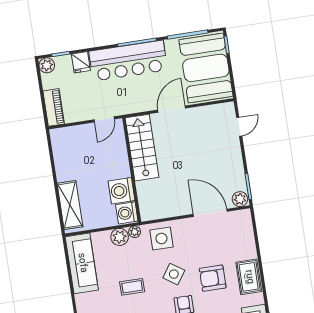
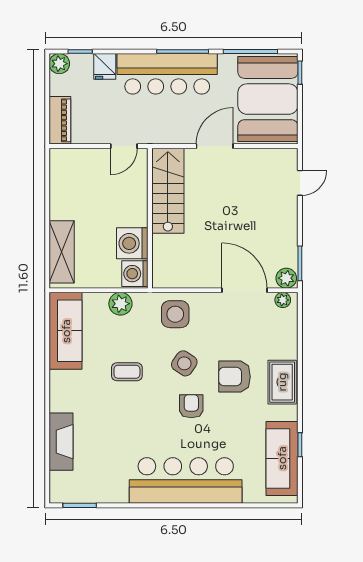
plant: (135, 232) -> (283, 300), moved

